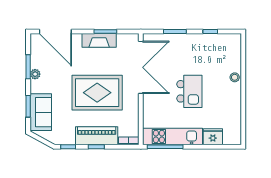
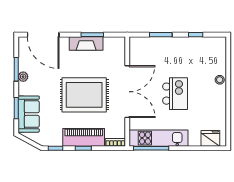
double door: (141, 67) -> (127, 92), moved
fridge: (213, 137) -> (210, 138), moved

